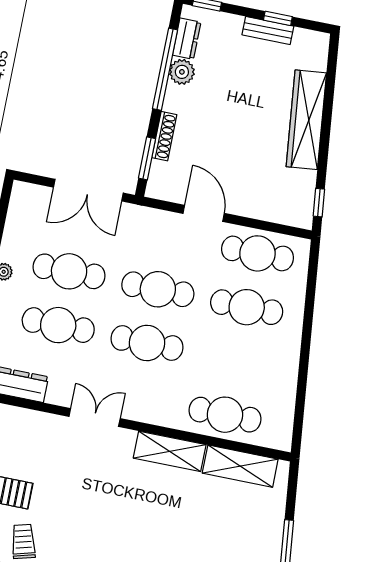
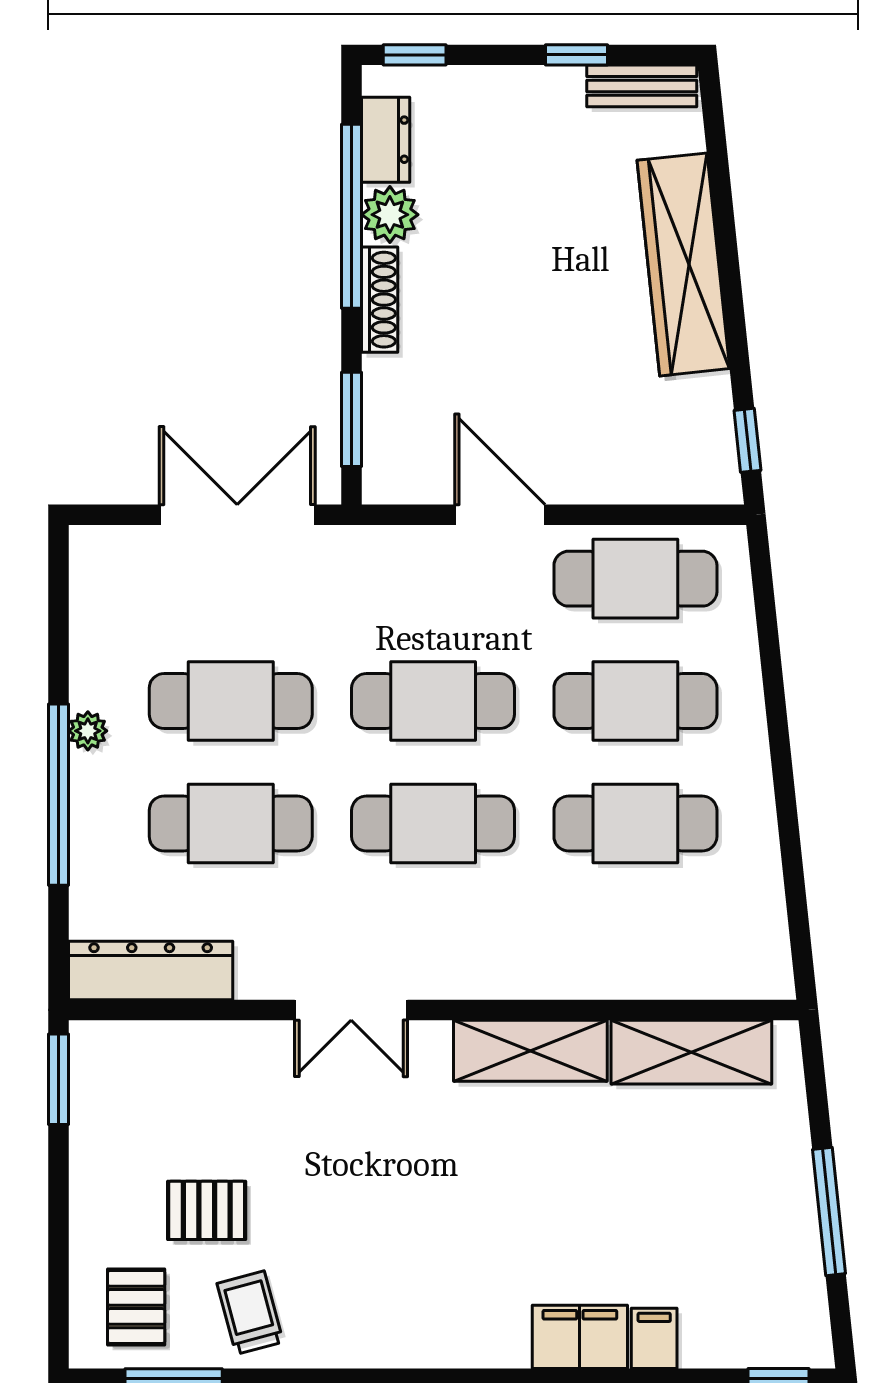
bench: (268, 31) -> (642, 86), moved
shoe rack: (164, 136) -> (380, 300), moved
double door: (88, 190) -> (237, 515), swing flipped
cafe table: (225, 415) -> (635, 824), moved
double door: (95, 418) -> (351, 1010), swing flipped

